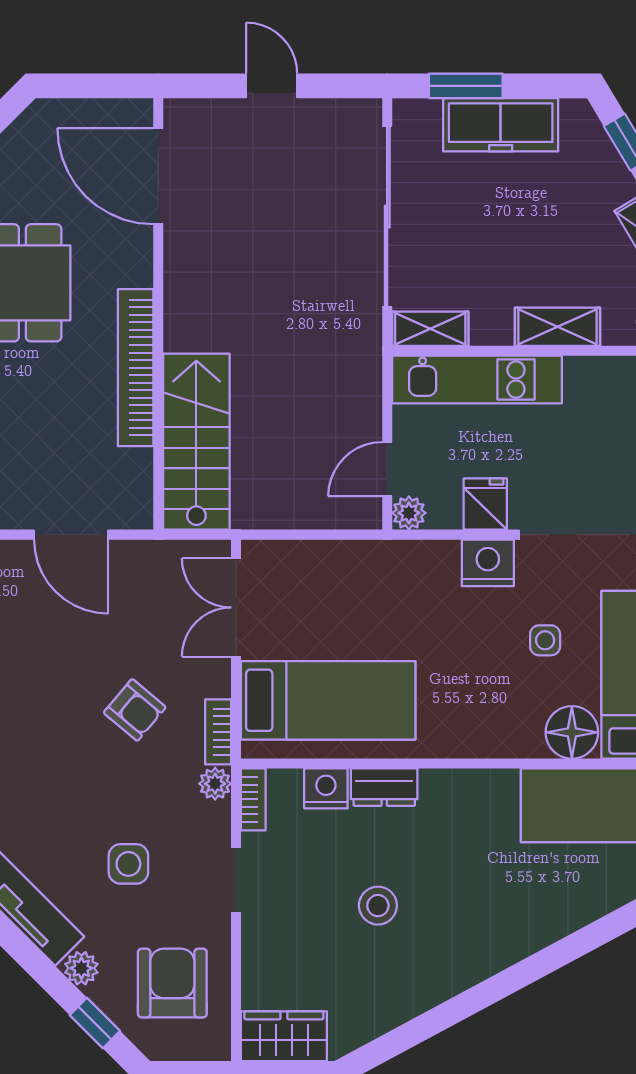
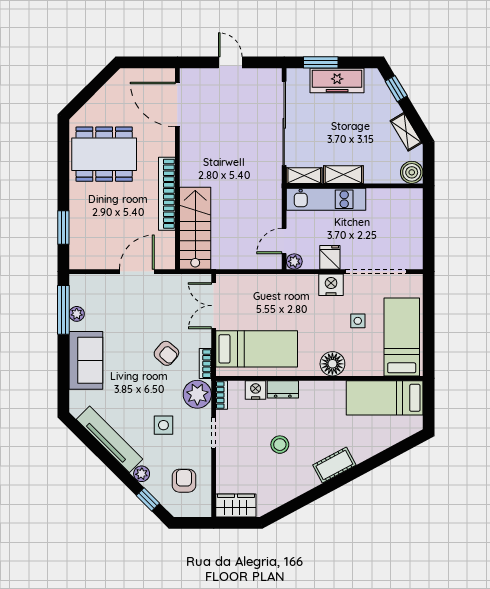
shelving: (558, 327) -> (343, 175), moved
door: (71, 535) -> (137, 272), swing flipped
floor lamp: (572, 732) -> (332, 364), moved
plant: (215, 784) -> (197, 394), width x1.87, depth x1.87
cot: (495, 950) -> (334, 465), added
armchair: (172, 983) -> (184, 481), width x0.72, depth x0.72

